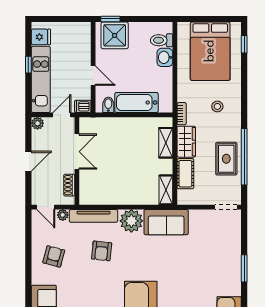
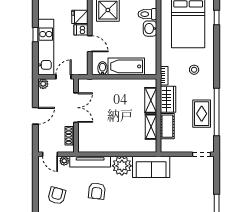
fridge: (41, 37) -> (80, 17), moved, turned 180
dishwasher: (83, 106) -> (81, 30), moved
shelving: (166, 190) -> (151, 127), moved

